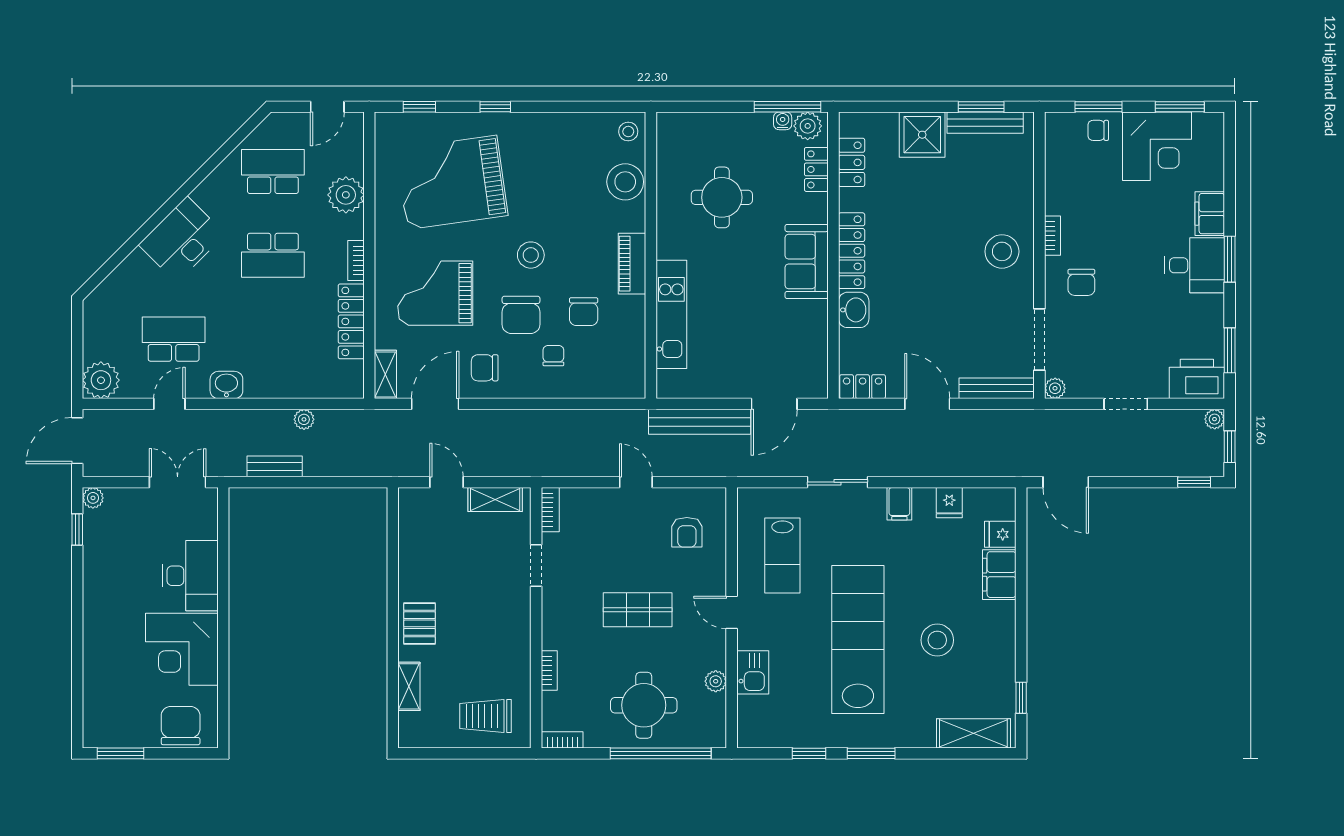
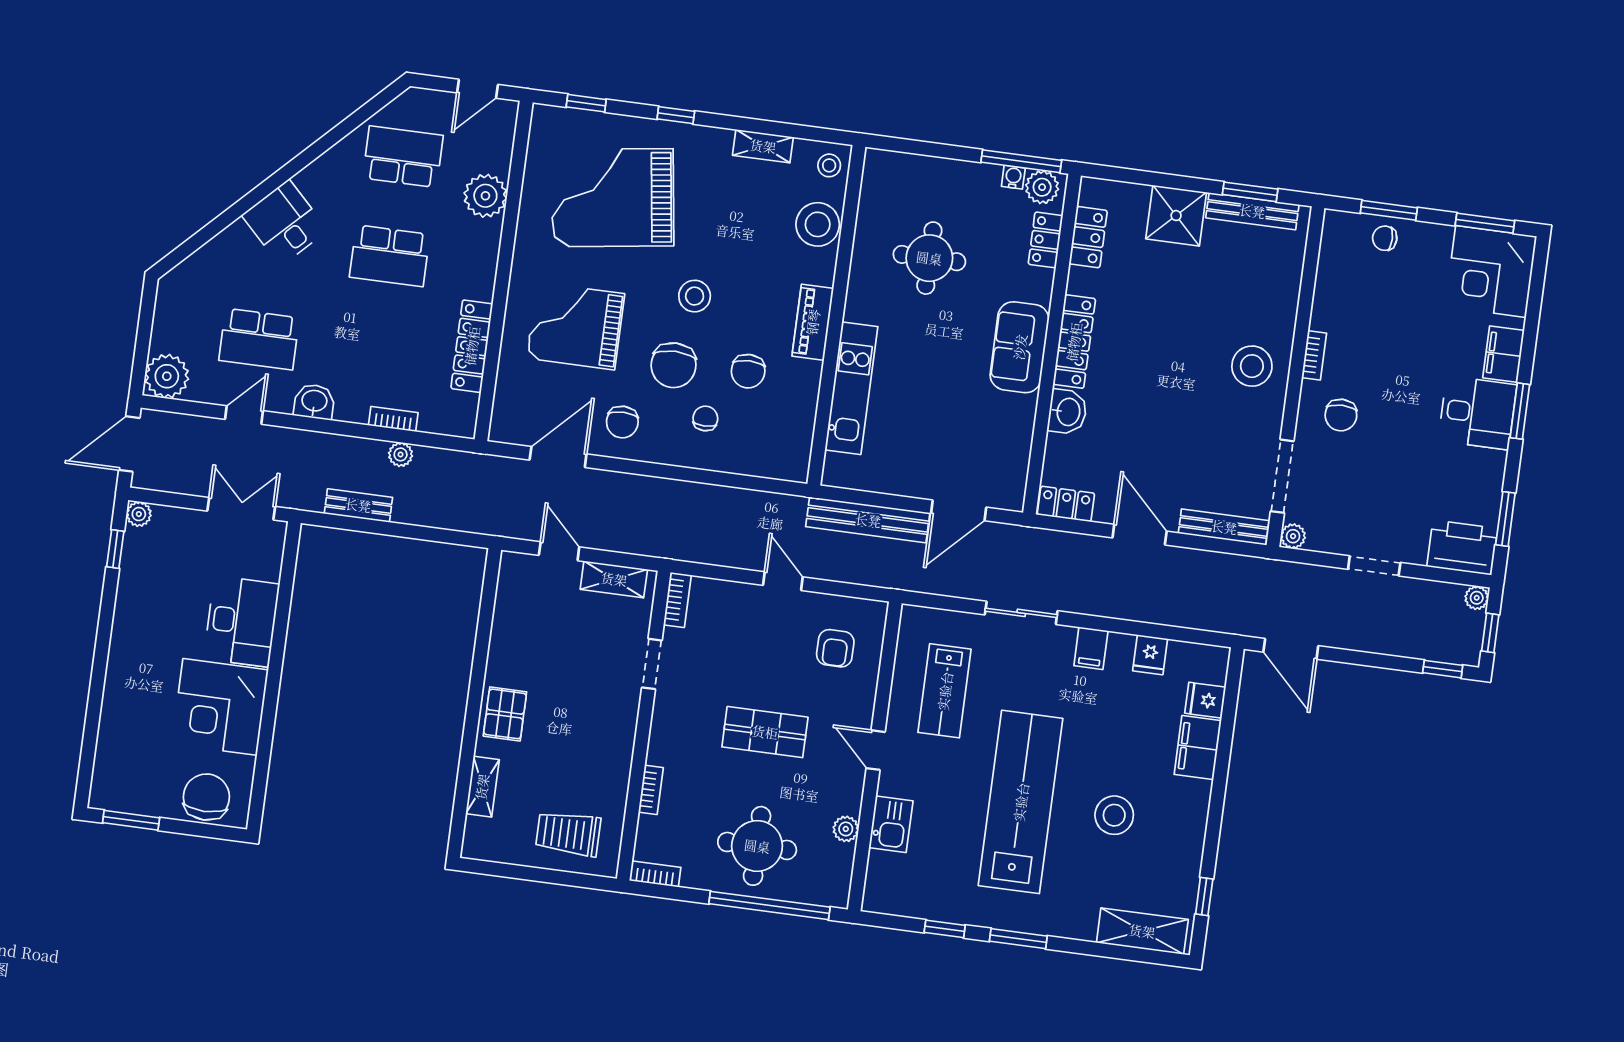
corner desk: (1157, 146) -> (1491, 272), moved, turned 90
desk: (182, 240) -> (285, 223), width x0.73
bookcase: (356, 260) -> (393, 419), moved, turned 90
school desk: (174, 339) -> (259, 339), turned 180
chair: (485, 368) -> (622, 422), turned -90
shelving: (385, 374) -> (763, 146), moved, turned 90

